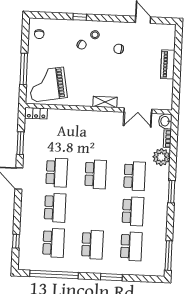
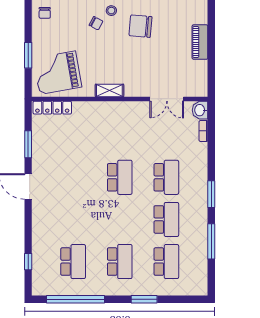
chair: (119, 49) -> (140, 26), width x1.87, depth x1.87
window: (24, 69) -> (28, 55), width x0.69
shelving: (105, 102) -> (109, 90), moved
locker: (36, 113) -> (52, 108), width x1.53
plant: (161, 157) -> (197, 153), removed
school desk: (57, 173) -> (73, 177), removed
school desk: (55, 208) -> (73, 219), removed
window: (169, 256) -> (211, 241), moved

